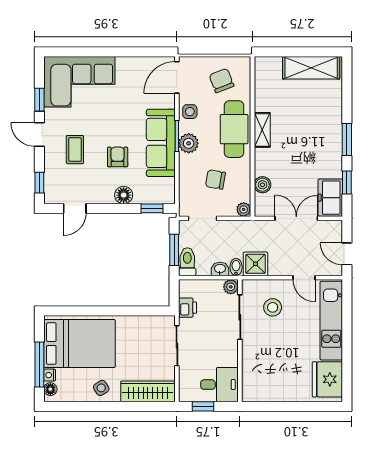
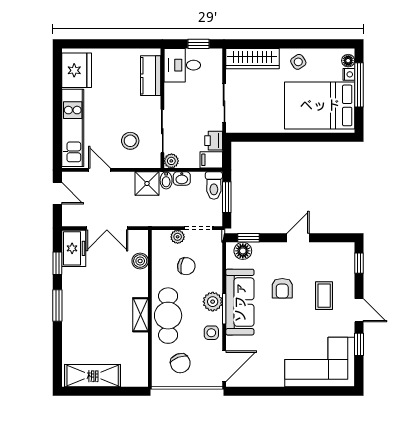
floor lamp: (124, 195) -> (243, 251), moved
door: (75, 208) -> (298, 238), moved
plant: (244, 209) -> (178, 237), moved
filing cabinet: (190, 288) -> (211, 160), added
kitchen counter: (252, 374) -> (151, 76), added

